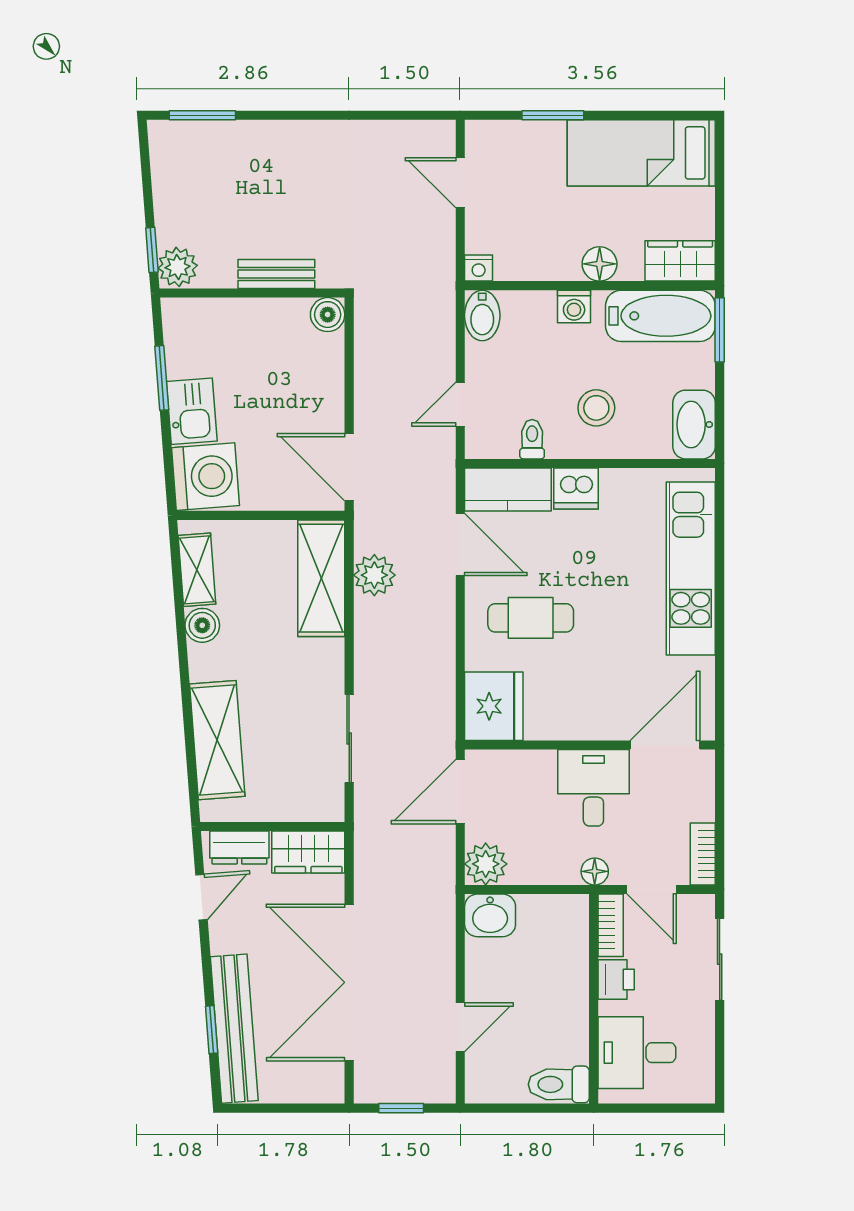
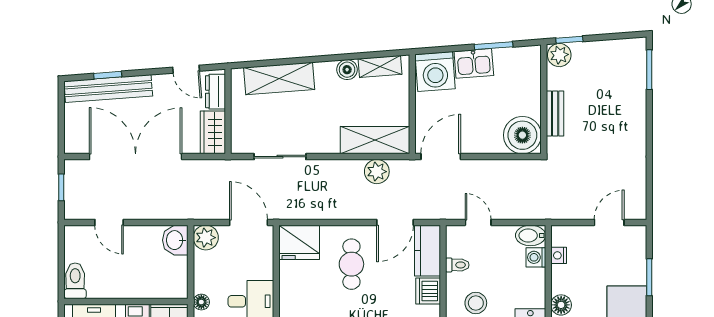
nightstand: (479, 268) -> (559, 255), moved
washing machine: (574, 306) -> (536, 257), moved
boiler: (328, 315) -> (522, 135), width x1.86, depth x1.86

